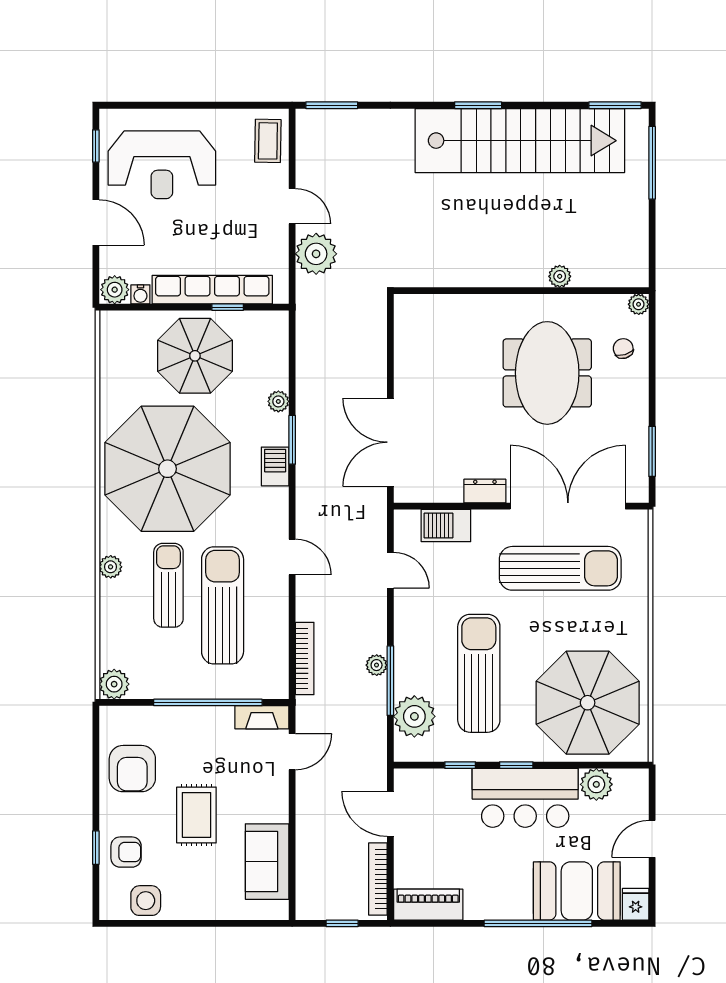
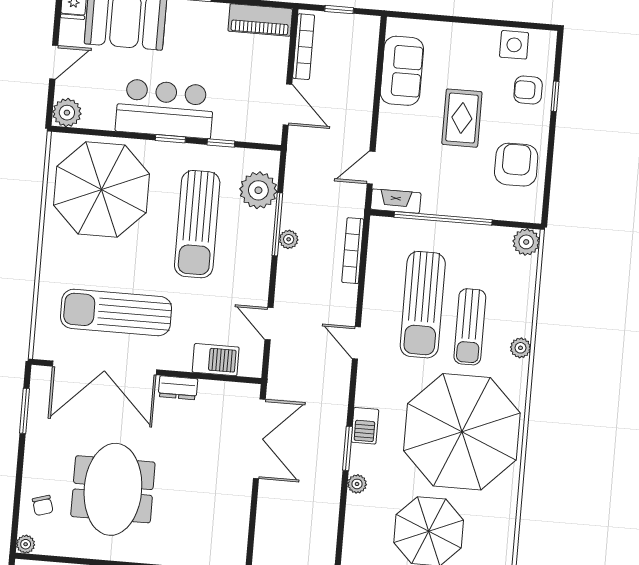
plant: (596, 784) -> (67, 113), moved

